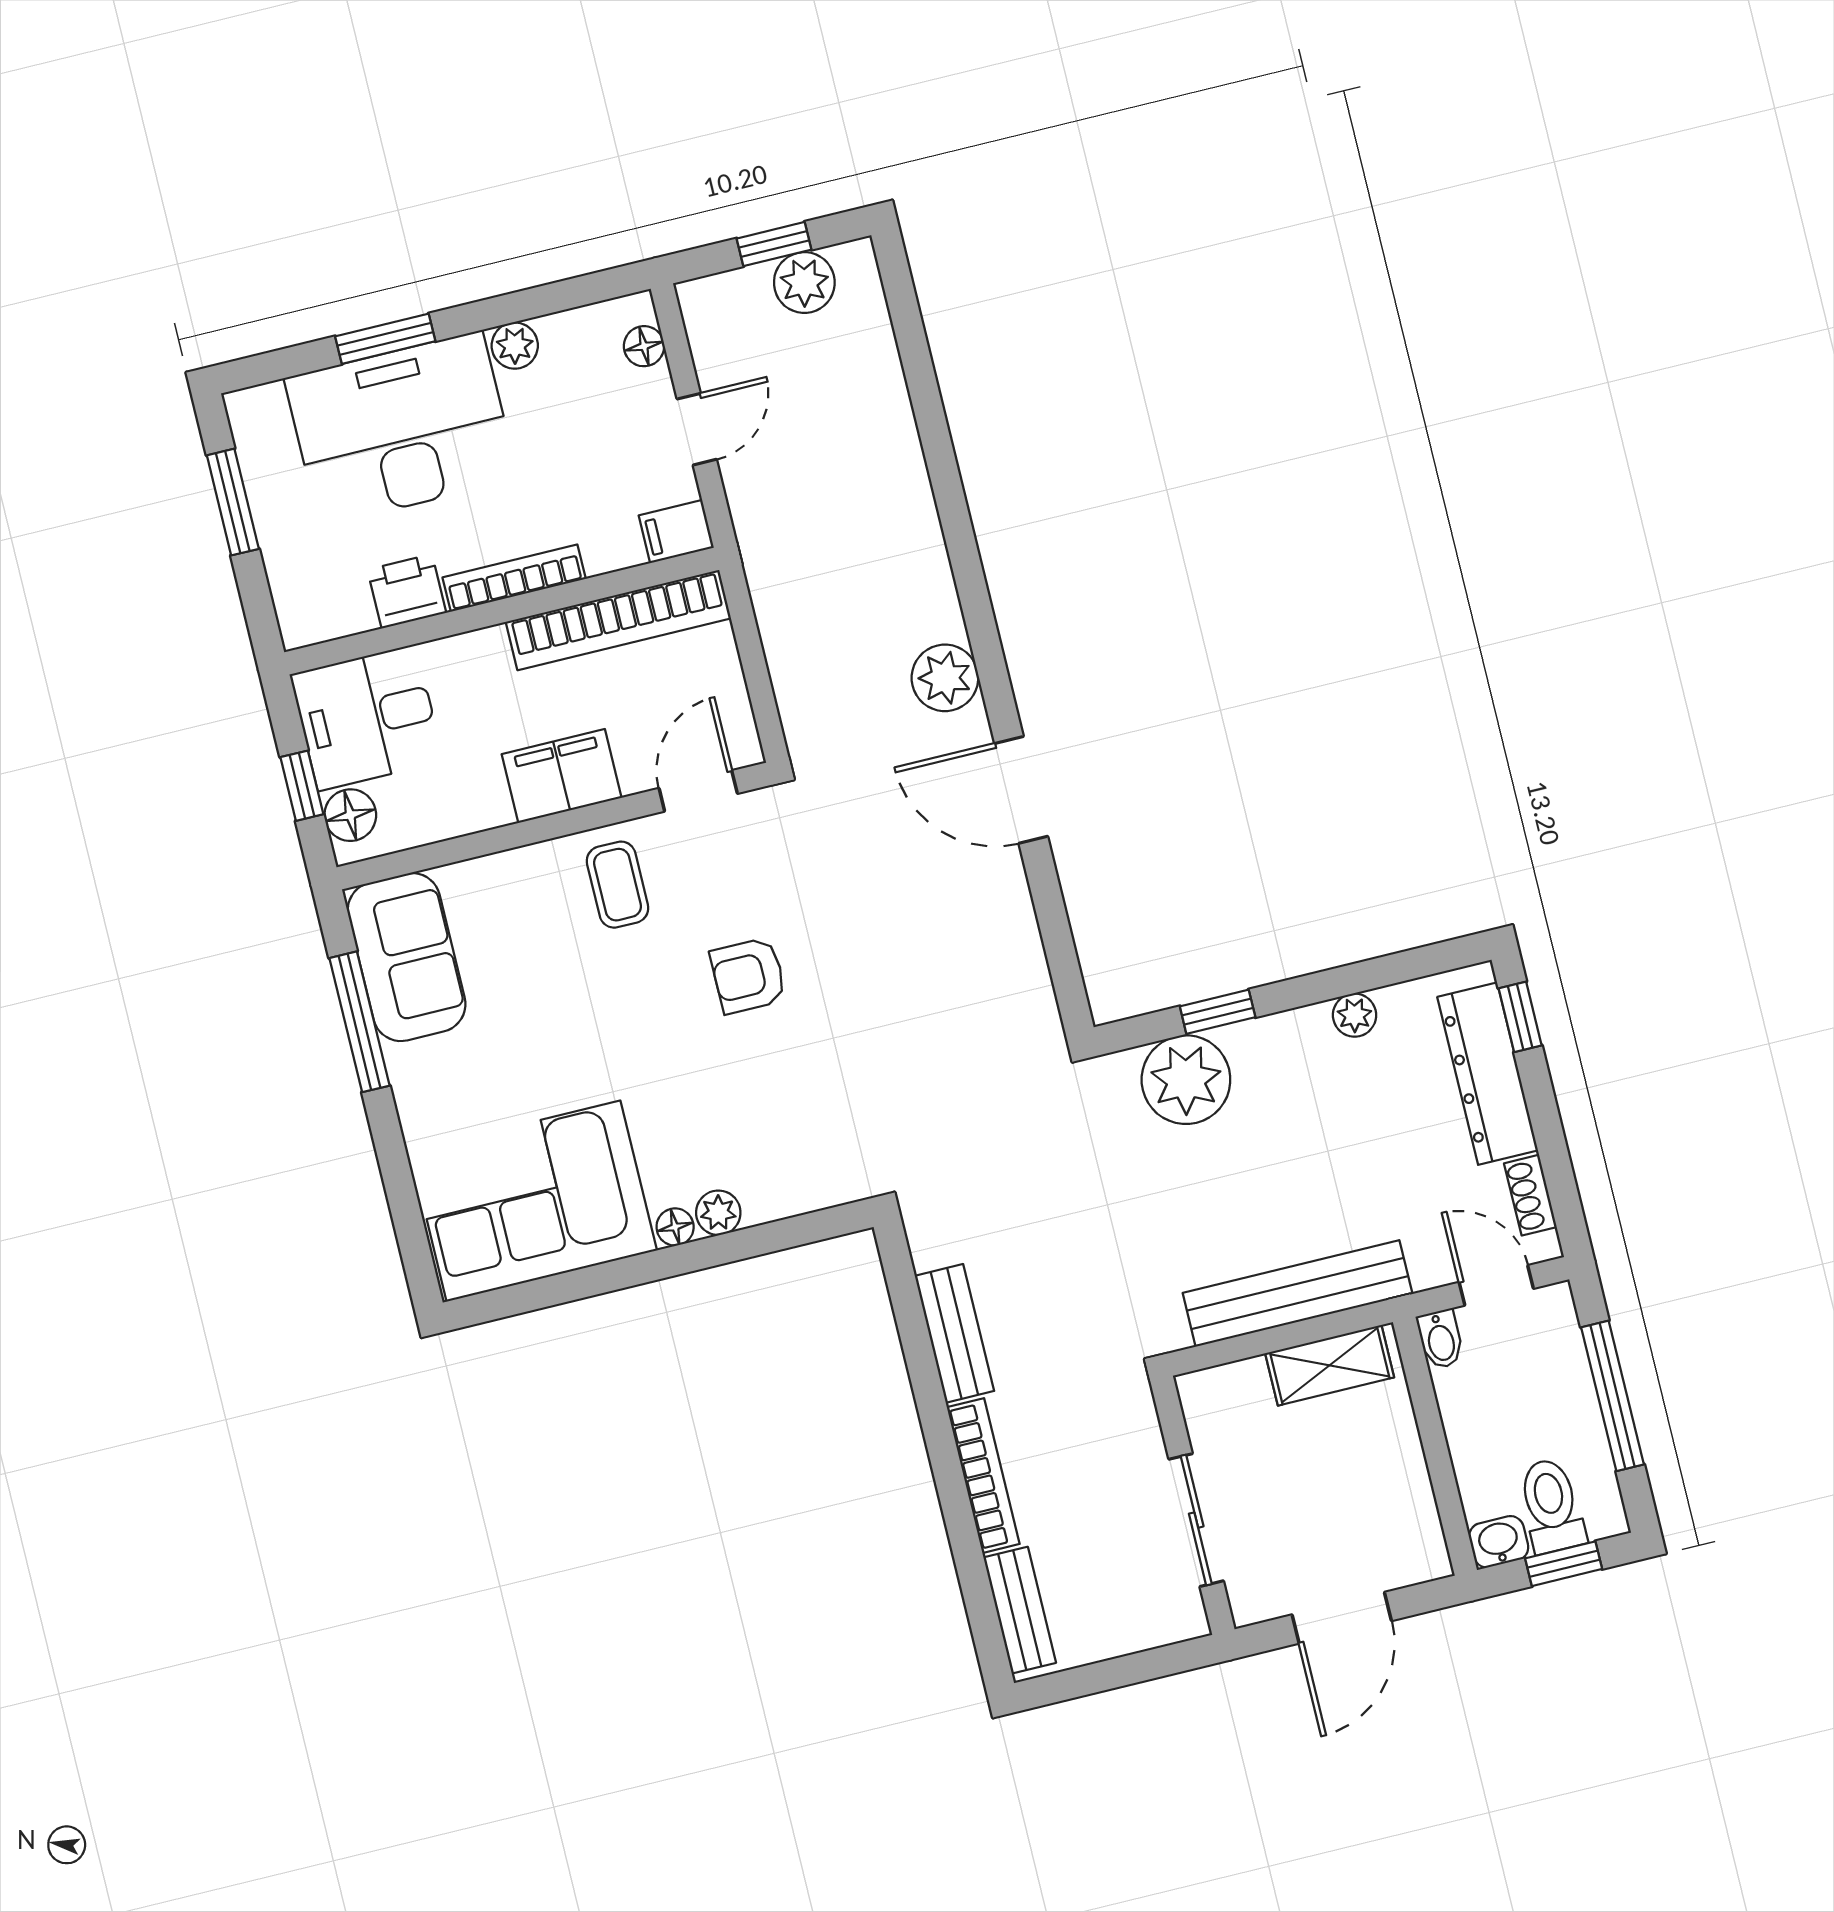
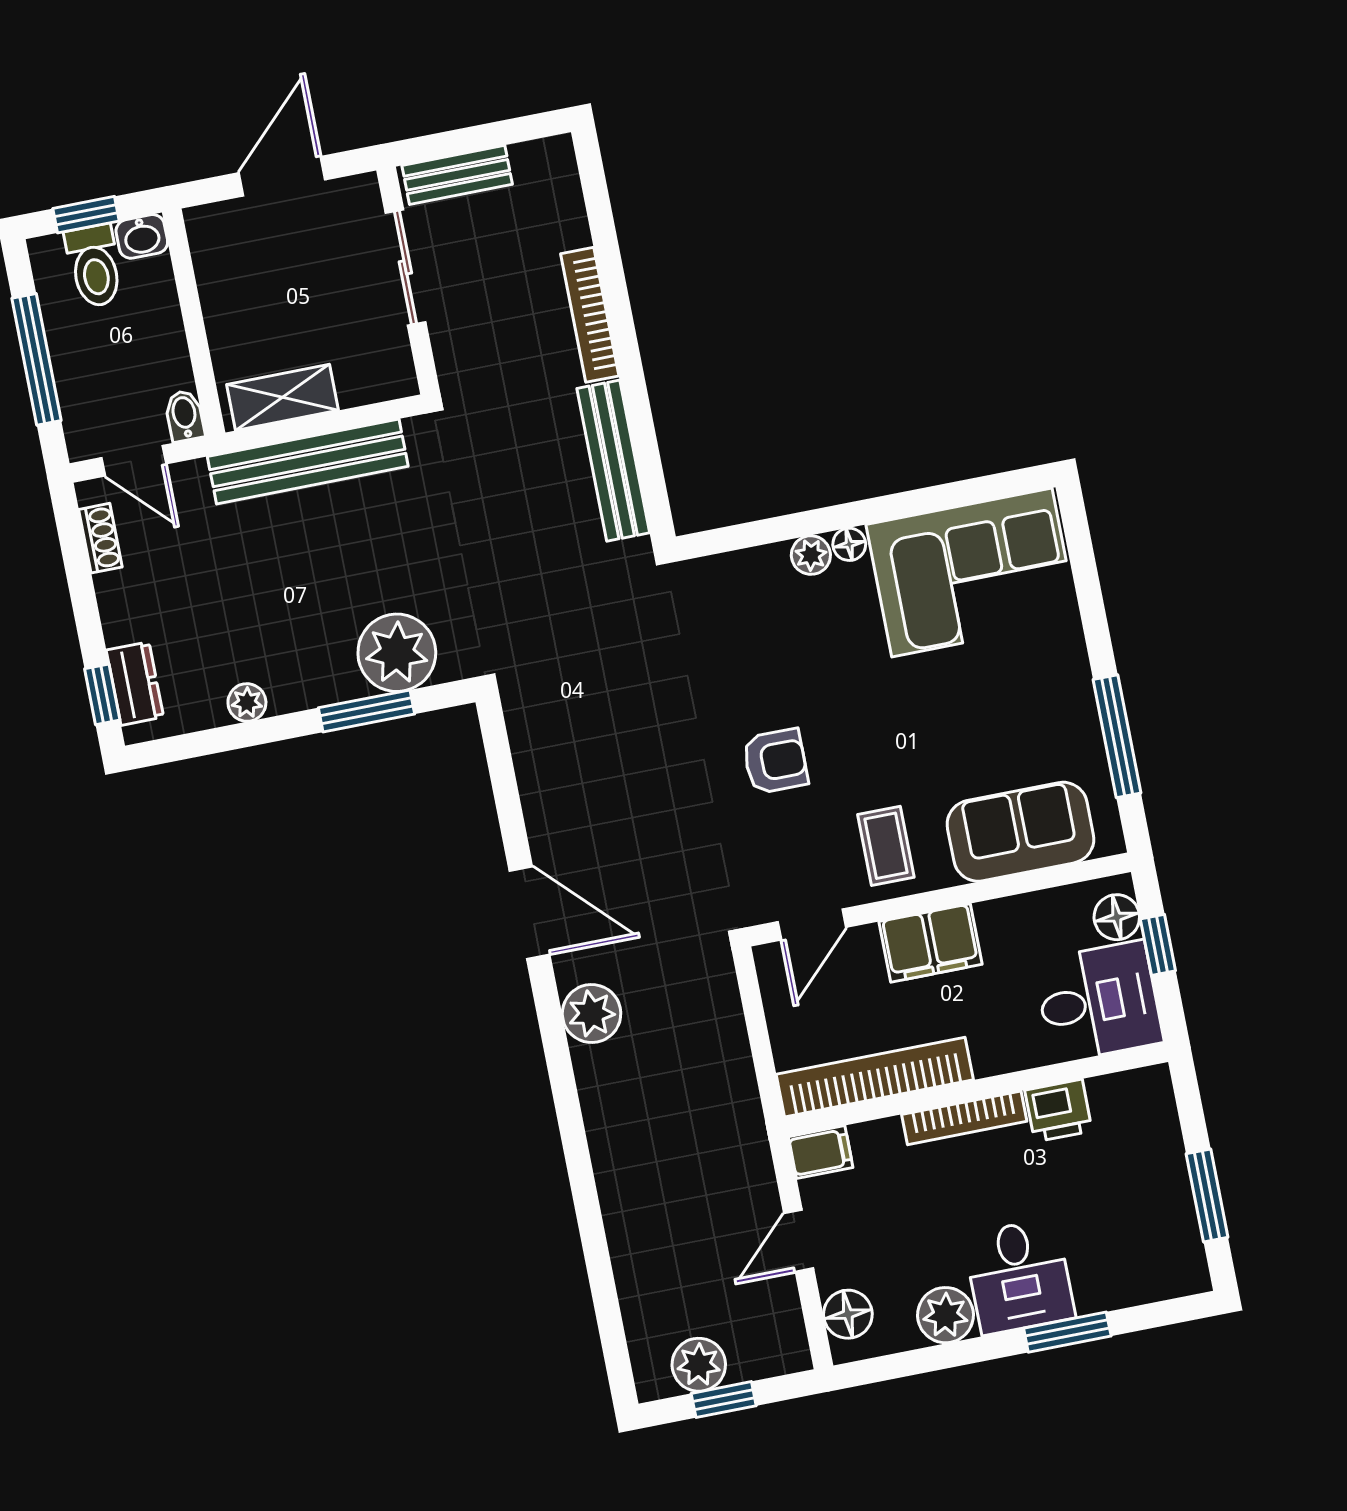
plant: (515, 346) -> (946, 1315), width x1.38, depth x1.38
floor lamp: (644, 346) -> (848, 1314), width x1.37, depth x1.37
desk: (401, 429) -> (1019, 1276), width x0.53, depth x0.77
sofa: (407, 957) -> (1020, 832), moved, turned 90
window: (1218, 1012) -> (366, 711), width x1.50
dresser: (1488, 1074) -> (135, 684), width x0.51, depth x0.80
bench: (954, 1333) -> (613, 461), width x1.36
bench: (1020, 1610) -> (457, 175), moved, turned 90

